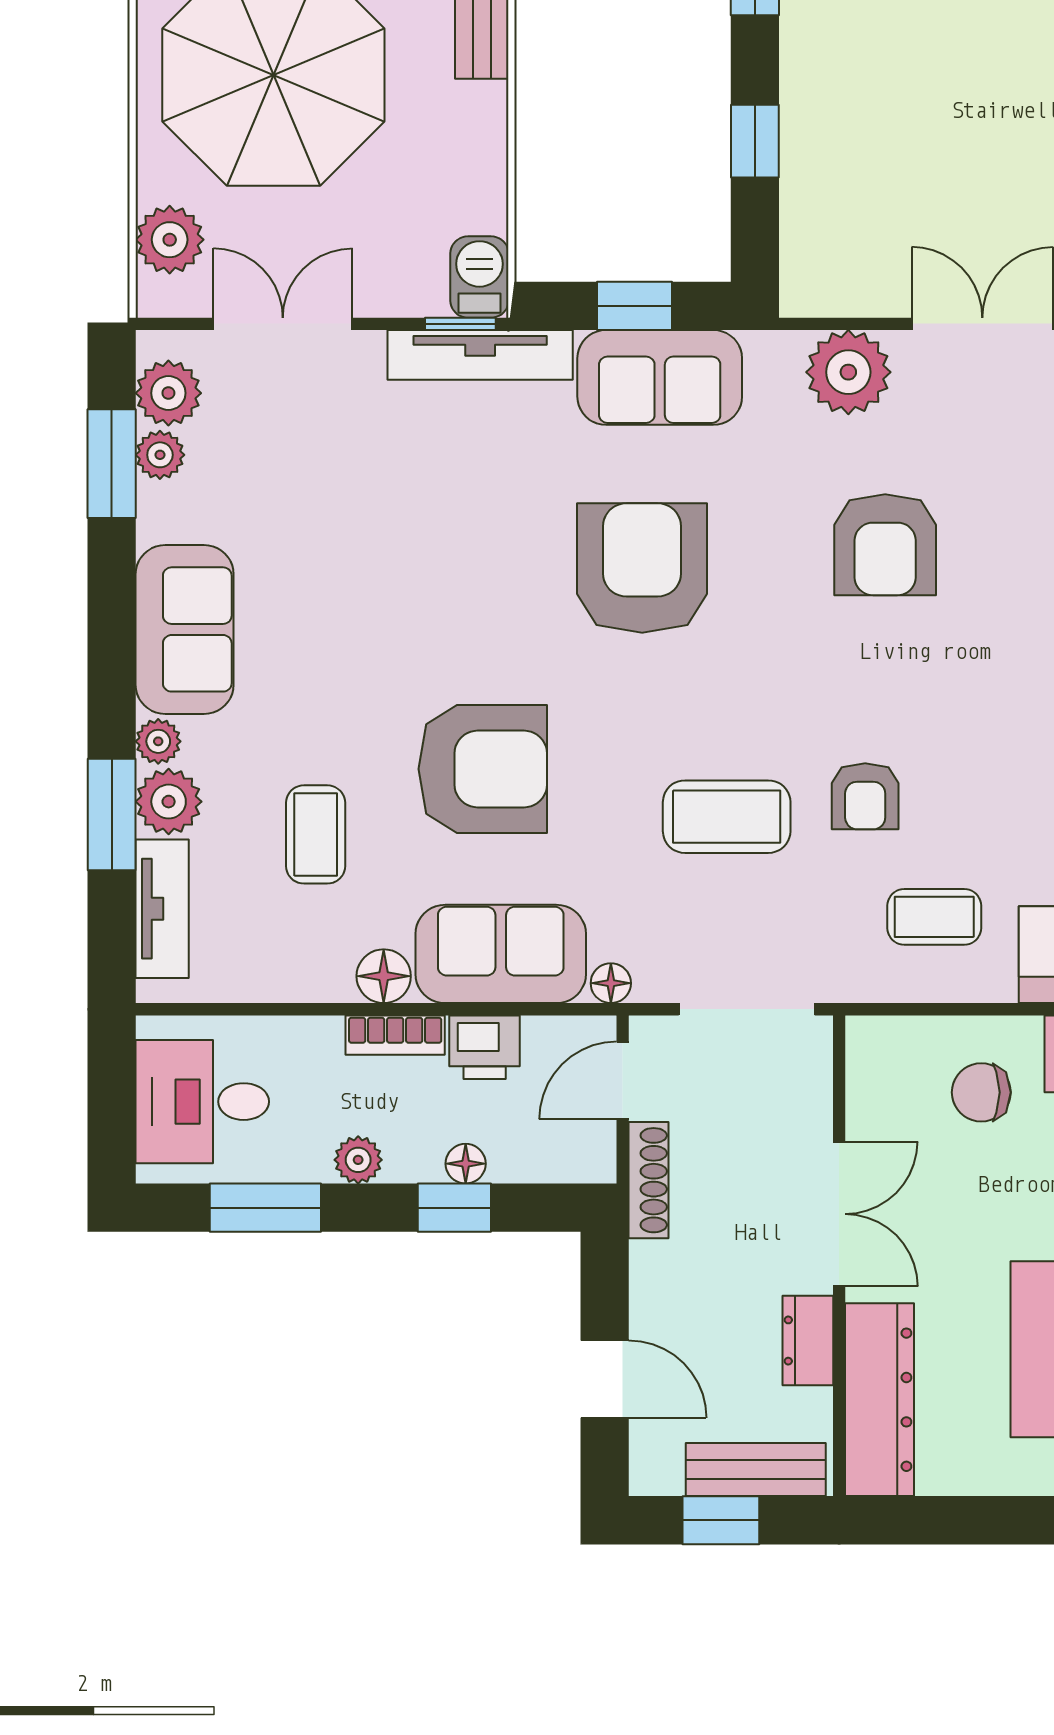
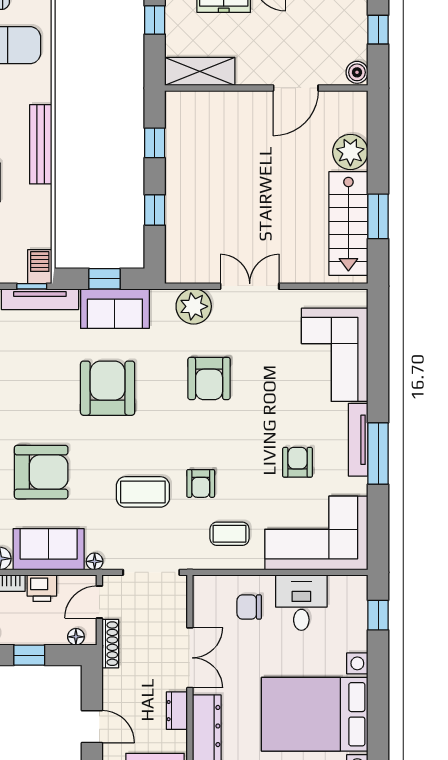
floor lamp: (466, 1164) -> (76, 637), moved

